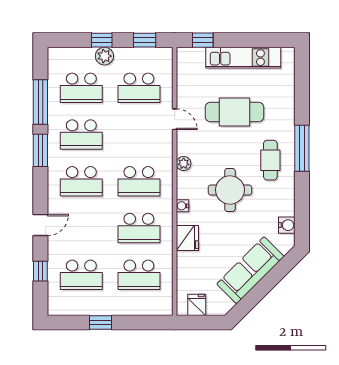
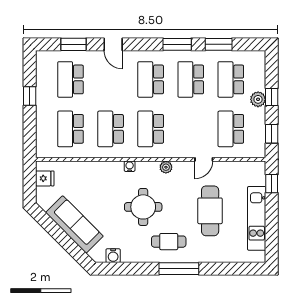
window: (40, 102) -> (219, 44), width x0.69
fridge: (187, 238) -> (102, 170), removed
window: (40, 271) -> (74, 44), width x1.50

